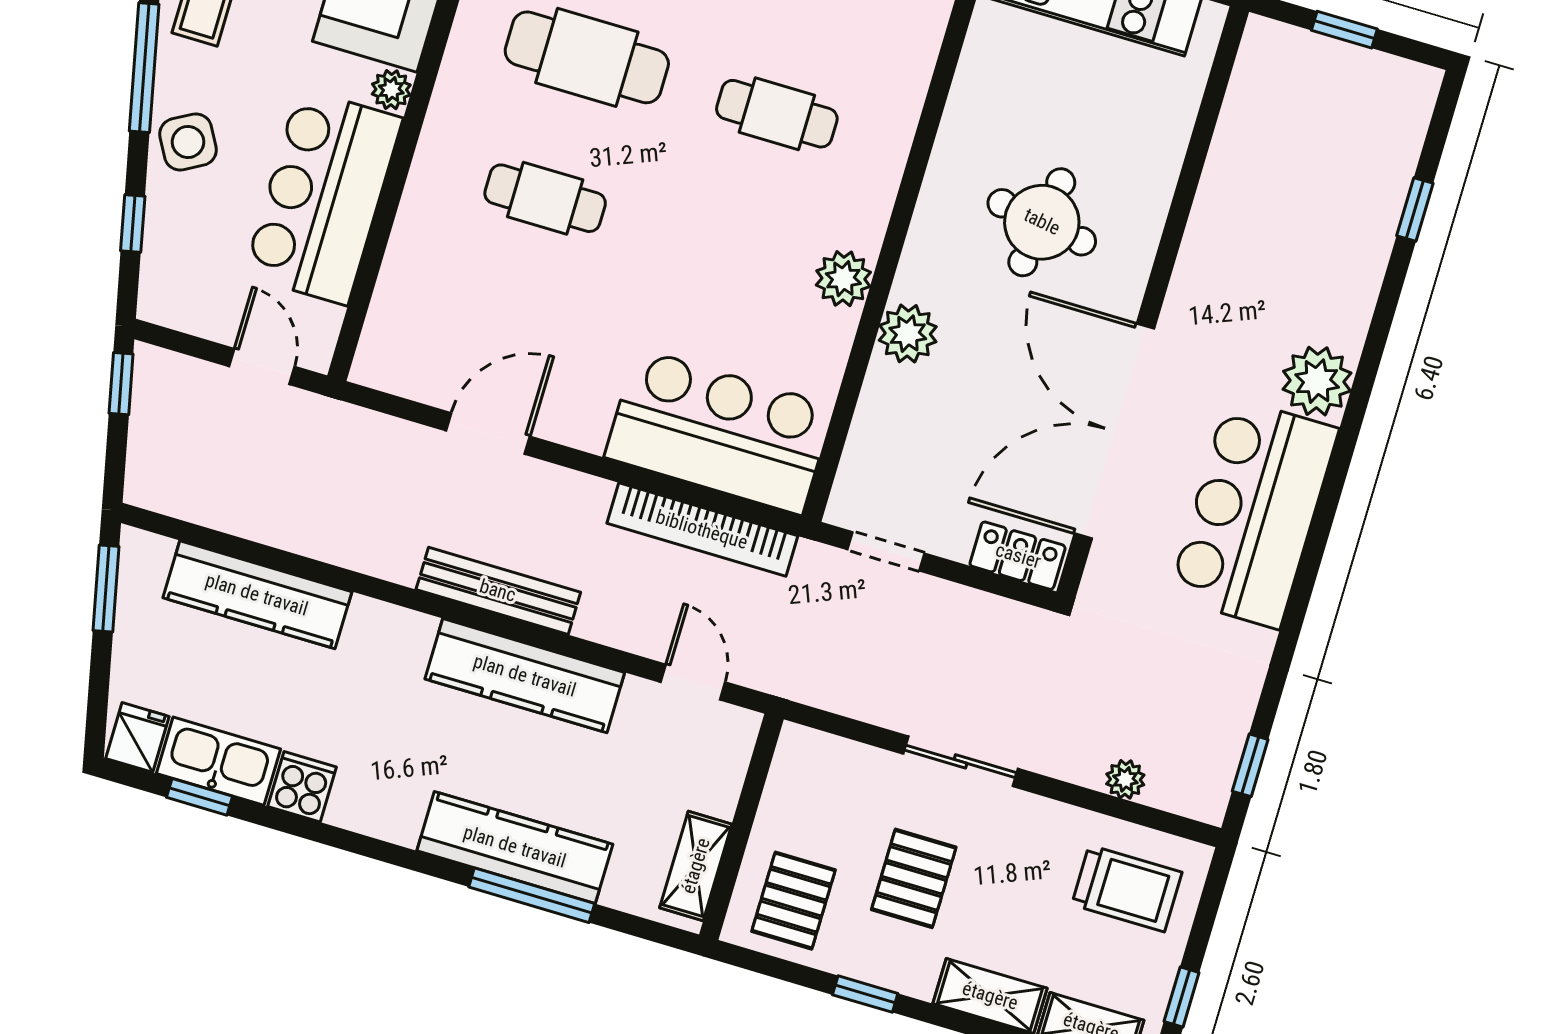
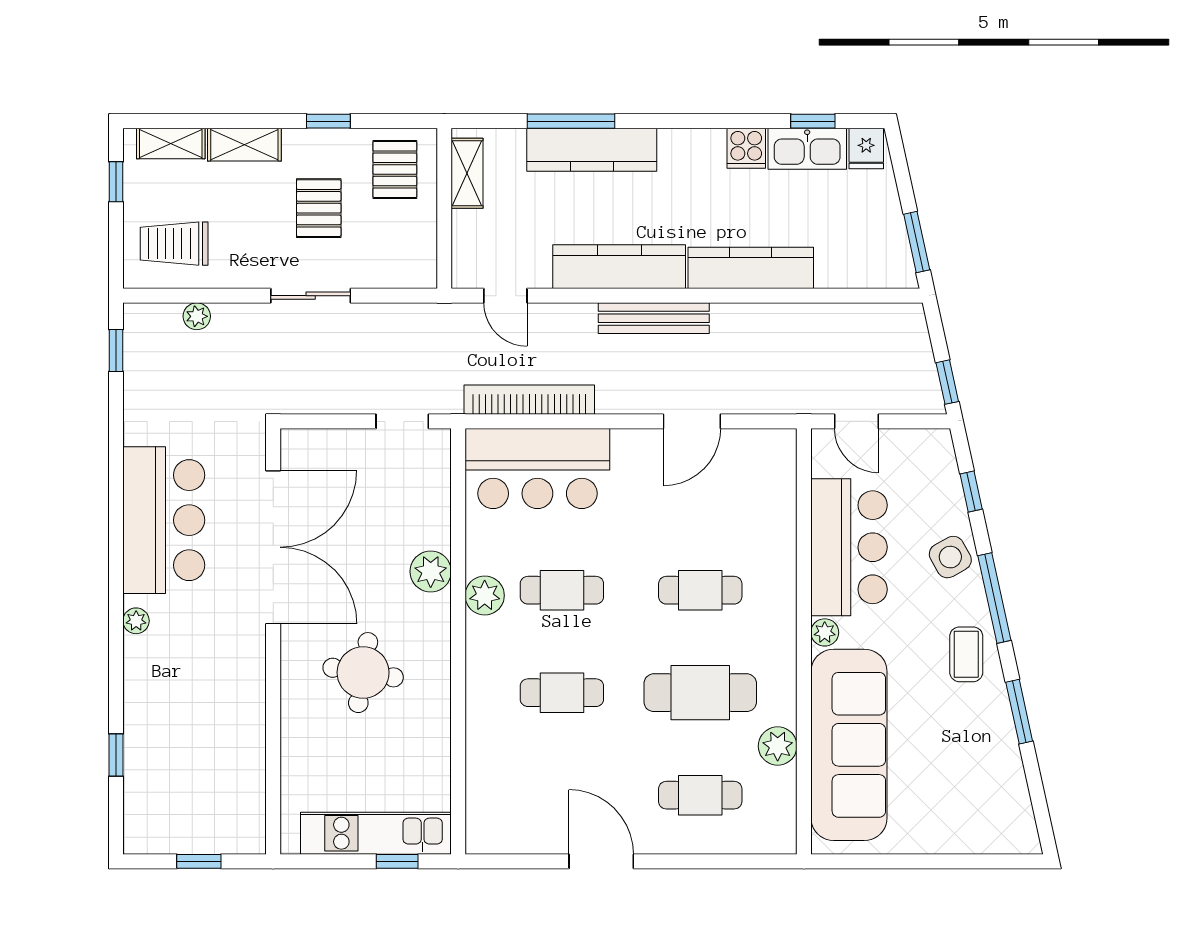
cafe table: (735, 255) -> (562, 590), added
plant: (1317, 381) -> (136, 621), width x0.53, depth x0.53
locker: (1018, 556) -> (313, 445), removed
kitchen counter: (257, 595) -> (751, 268), moved

